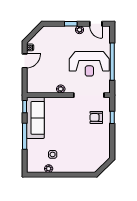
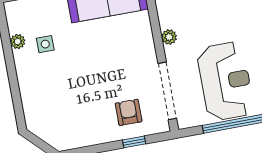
reception desk: (89, 64) -> (225, 81), turned 180

